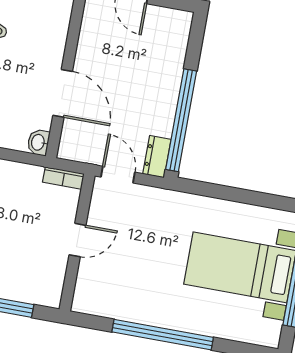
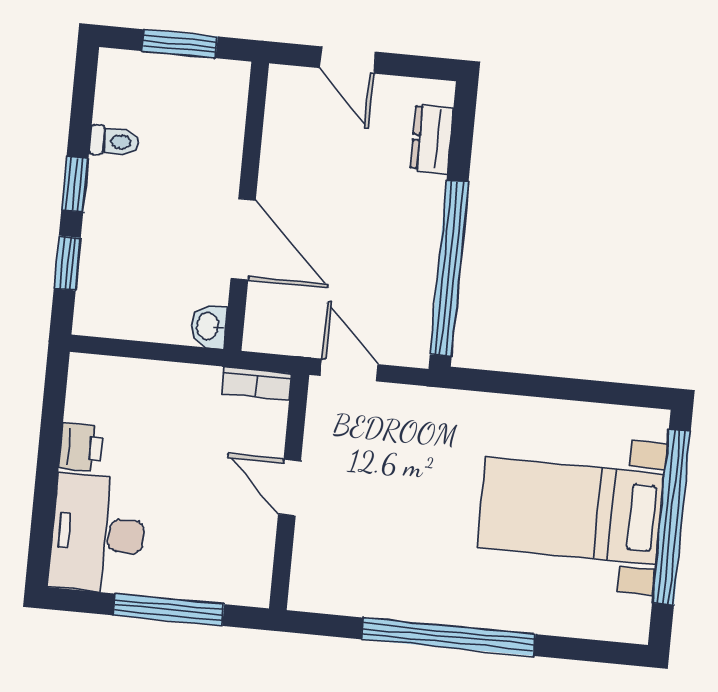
dresser: (157, 157) -> (432, 139), moved
door: (78, 240) -> (290, 487), swing flipped

